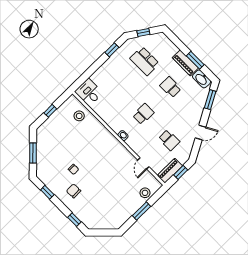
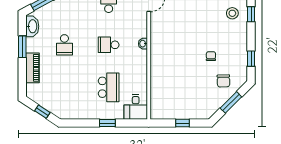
window: (112, 50) -> (107, 123), moved
school desk: (145, 61) -> (109, 87), moved
piano: (185, 63) -> (33, 68), moved
stool: (79, 116) -> (232, 13), moved
chair: (74, 191) -> (224, 81), moved

